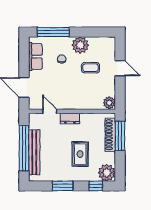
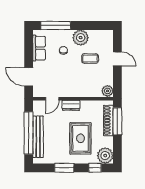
door: (50, 111) -> (52, 99), swing flipped
rug: (80, 154) -> (80, 138), width x1.36, depth x1.43

